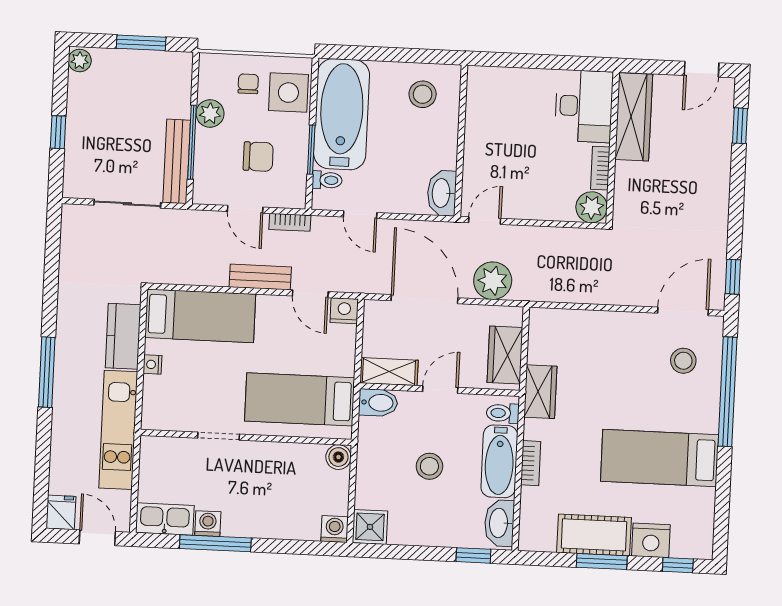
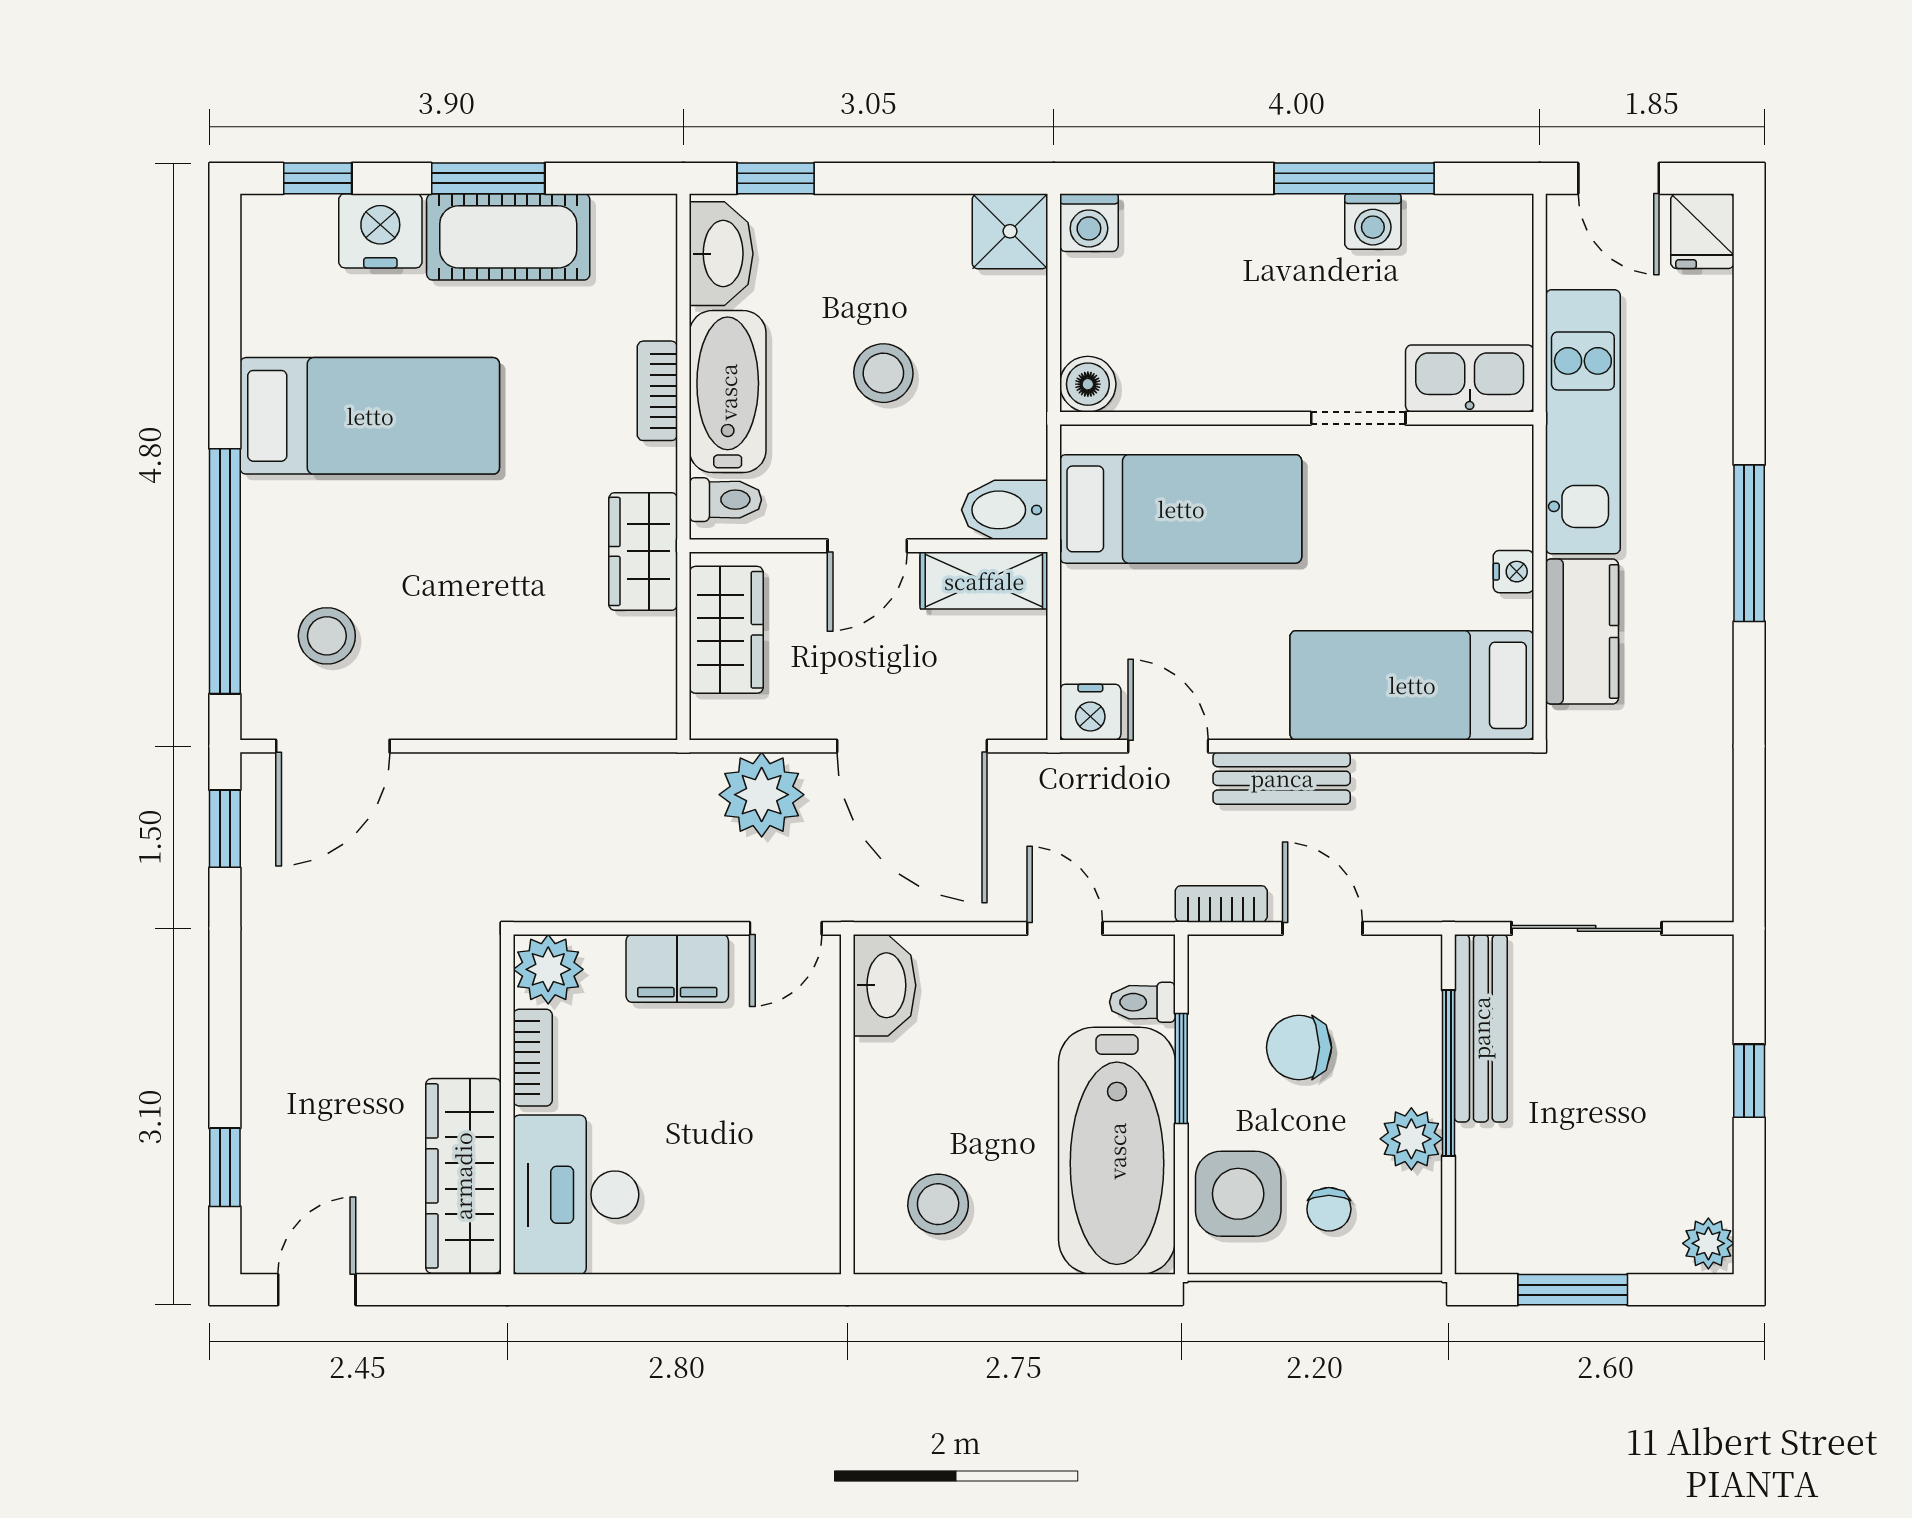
filing cabinet: (534, 205) -> (677, 968), added
kitchen sink: (165, 519) -> (1470, 378), moved, turned 180

